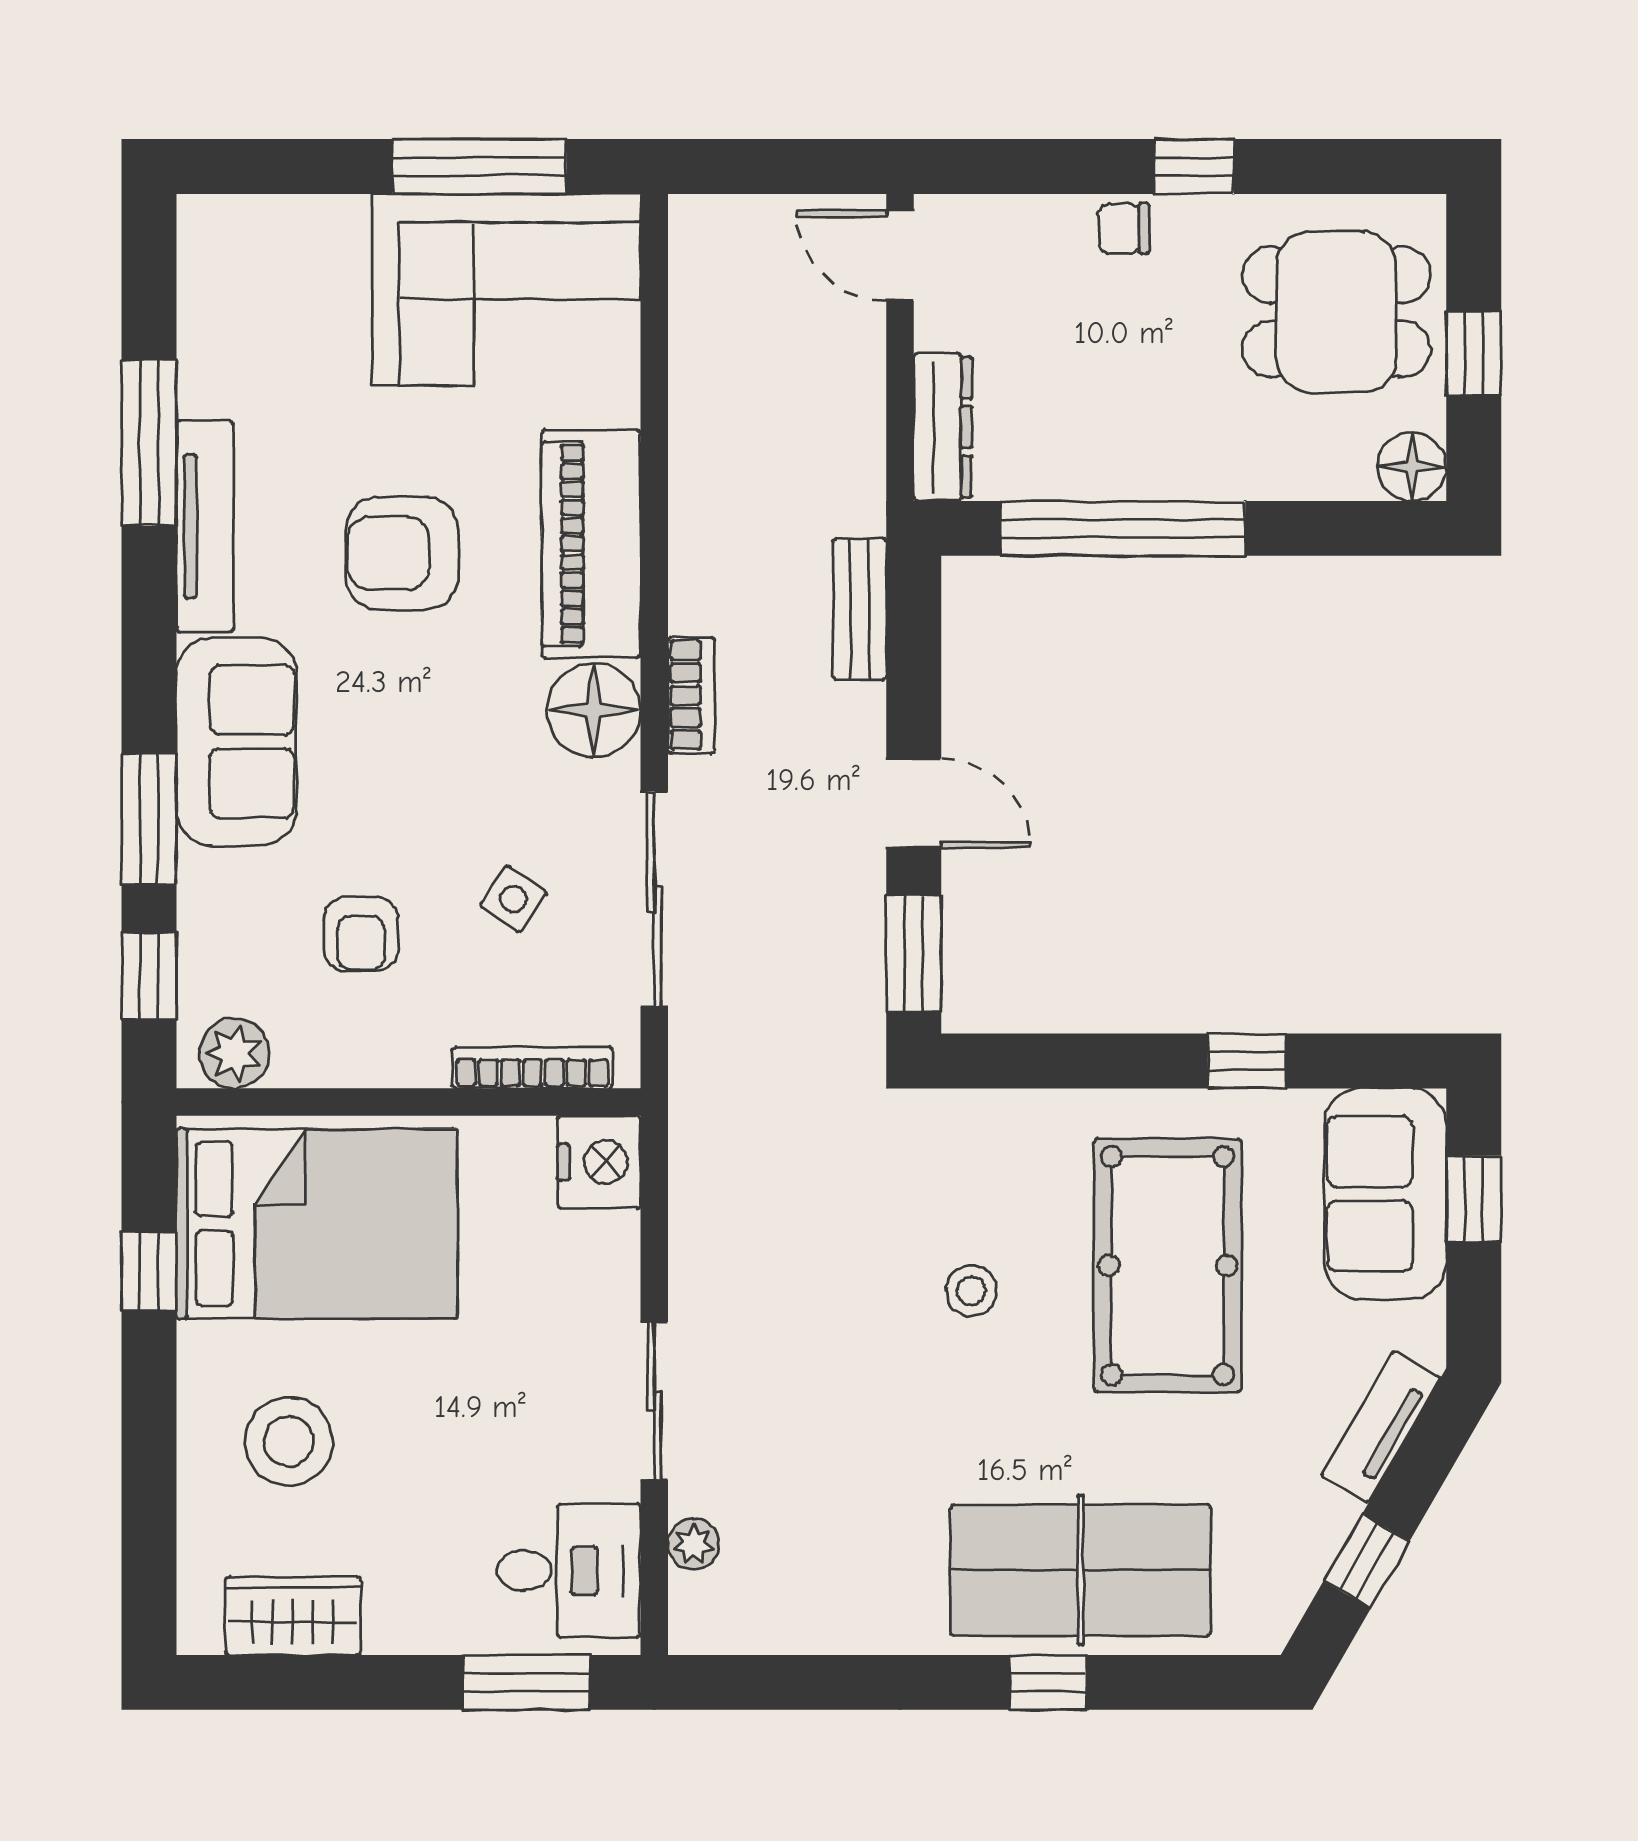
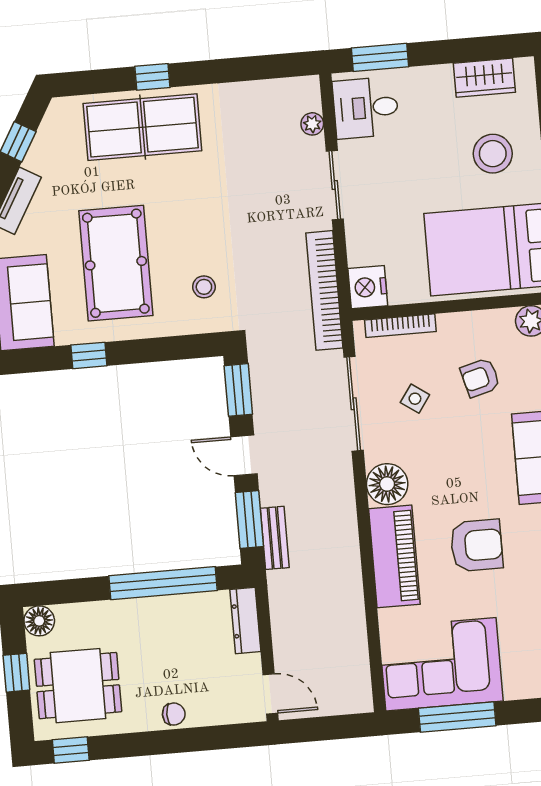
window: (1194, 166) -> (71, 750), moved
window: (914, 656) -> (249, 519), added
bookcase: (691, 695) -> (324, 290), moved, width x2.31, depth x1.31
armchair: (361, 934) -> (480, 378), turned -105
stool: (971, 1291) -> (204, 287), moved

